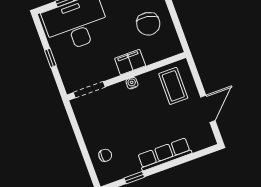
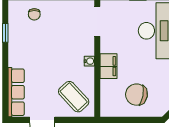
coffee table: (173, 86) -> (74, 97), turned 47
row of seats: (164, 154) -> (16, 92), moved

